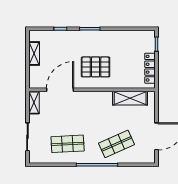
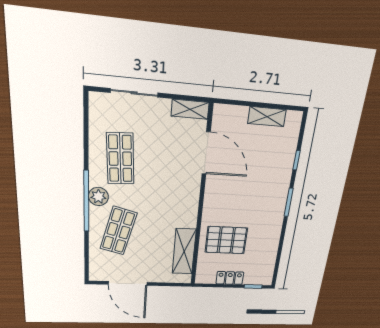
pallet: (96, 67) -> (226, 240), moved, turned 90
locker: (150, 68) -> (230, 278), width x0.66
shop shelf: (117, 144) -> (118, 231), turned 39
plant: (93, 157) -> (98, 197), added

